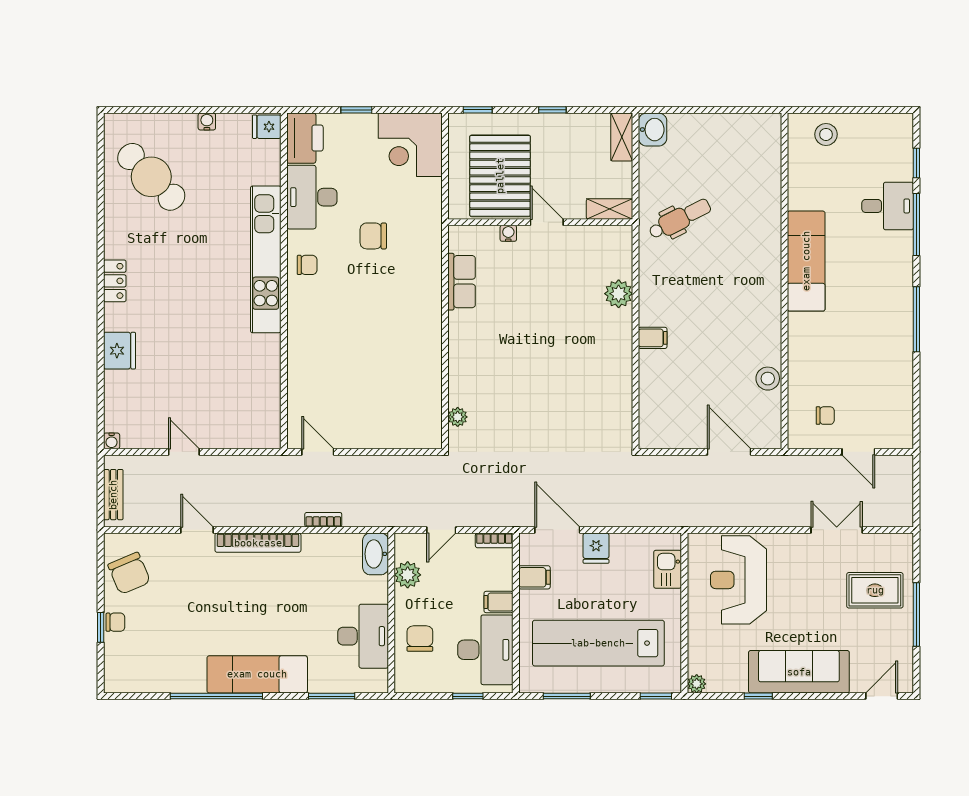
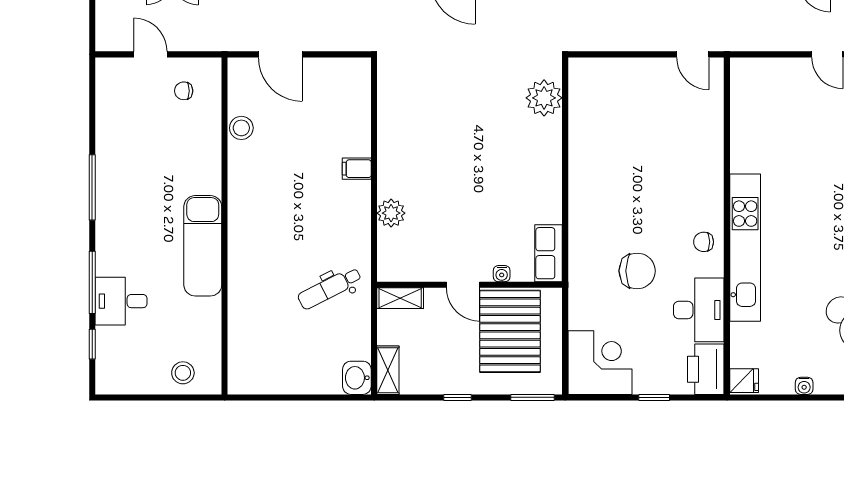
window: (478, 110) -> (533, 397), width x1.50
chair: (373, 236) -> (637, 271), width x1.37, depth x1.37
row of seats: (462, 282) -> (549, 253), moved
plant: (458, 417) -> (544, 98), width x1.88, depth x1.88

